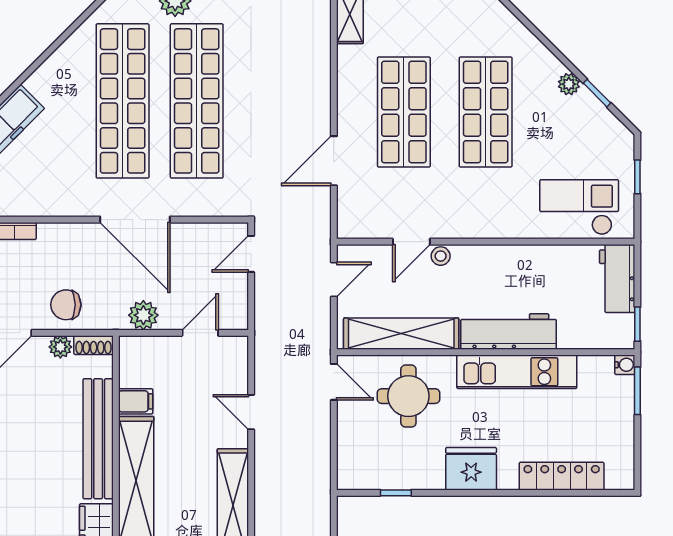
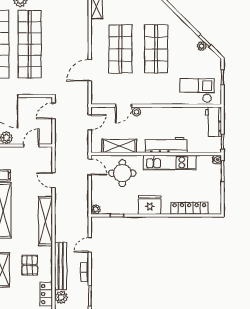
plant: (569, 84) -> (202, 46), moved
shelving: (401, 334) -> (119, 146), width x0.68
plant: (348, 479) -> (96, 209), added

